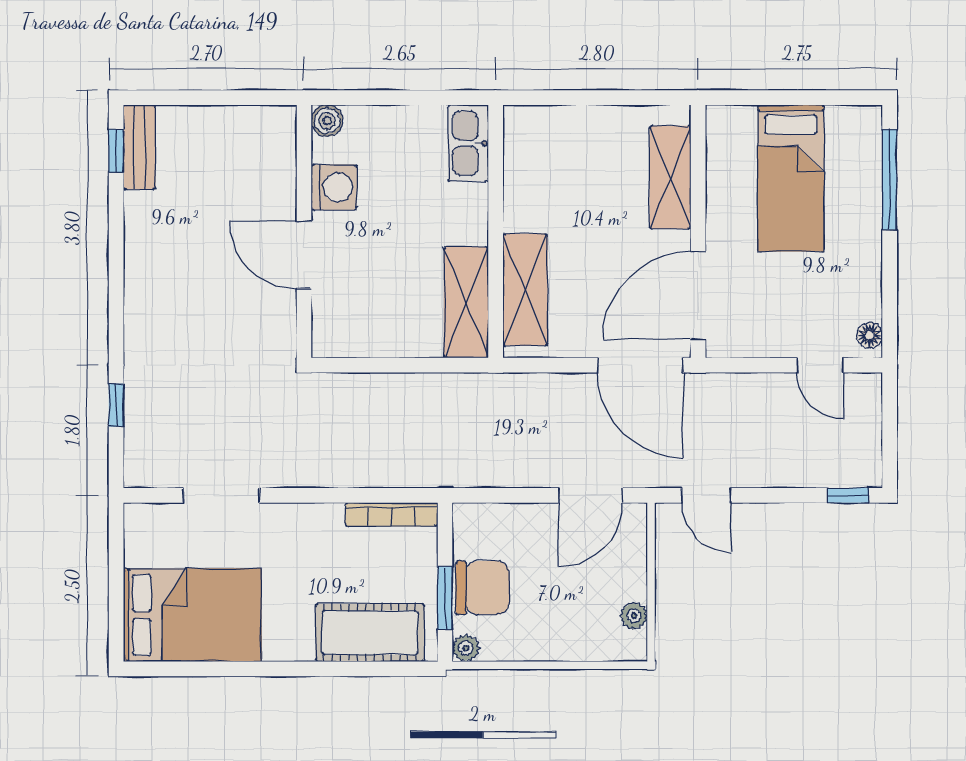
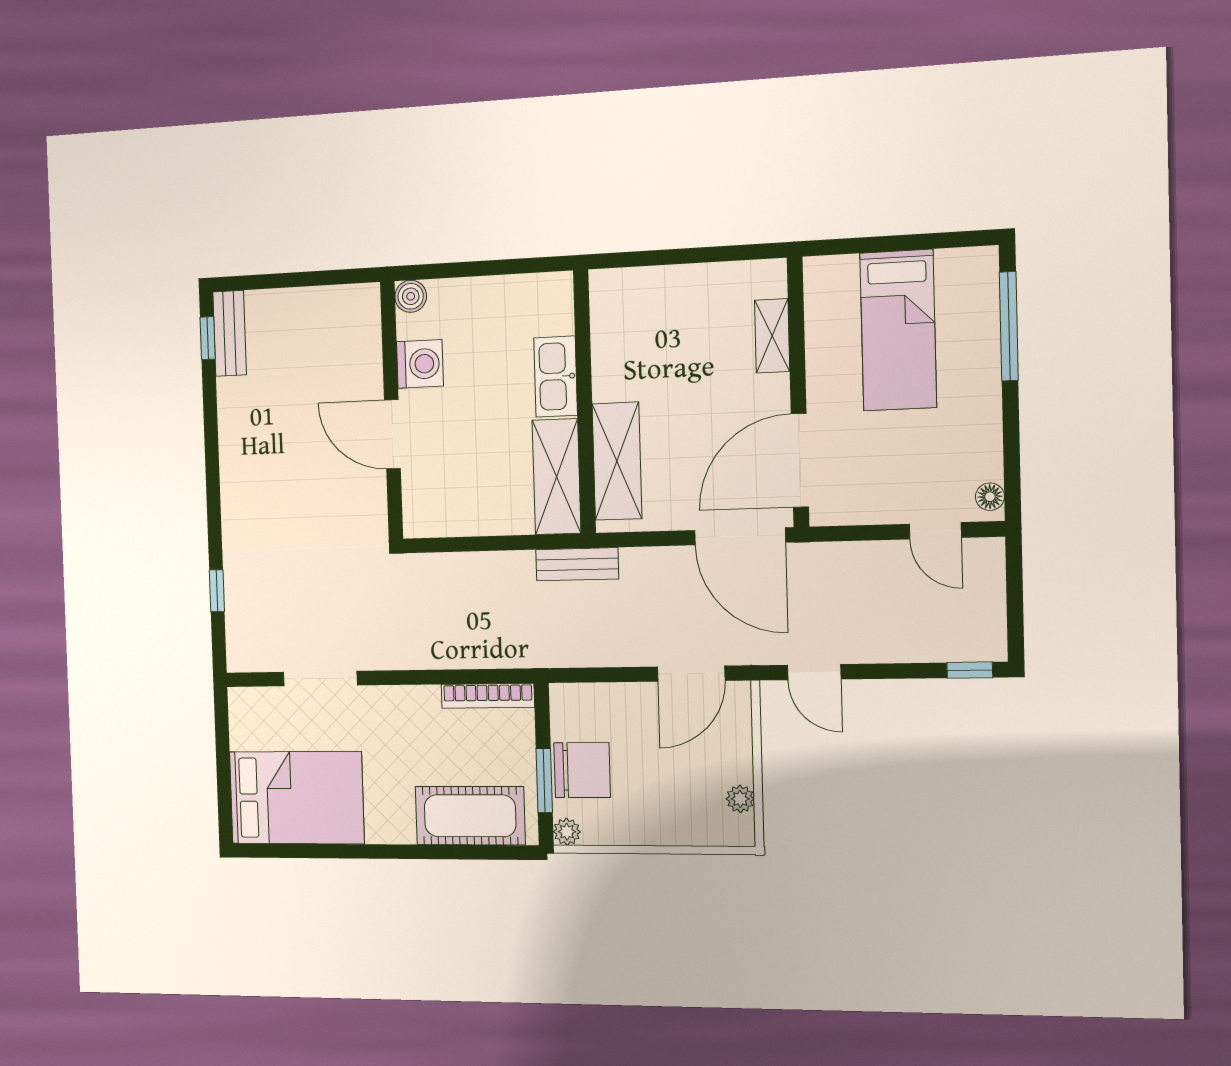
kitchen sink: (468, 143) -> (556, 376), moved
shelving: (670, 177) -> (772, 336), width x0.67, depth x0.75
bench: (484, 388) -> (577, 564), added

